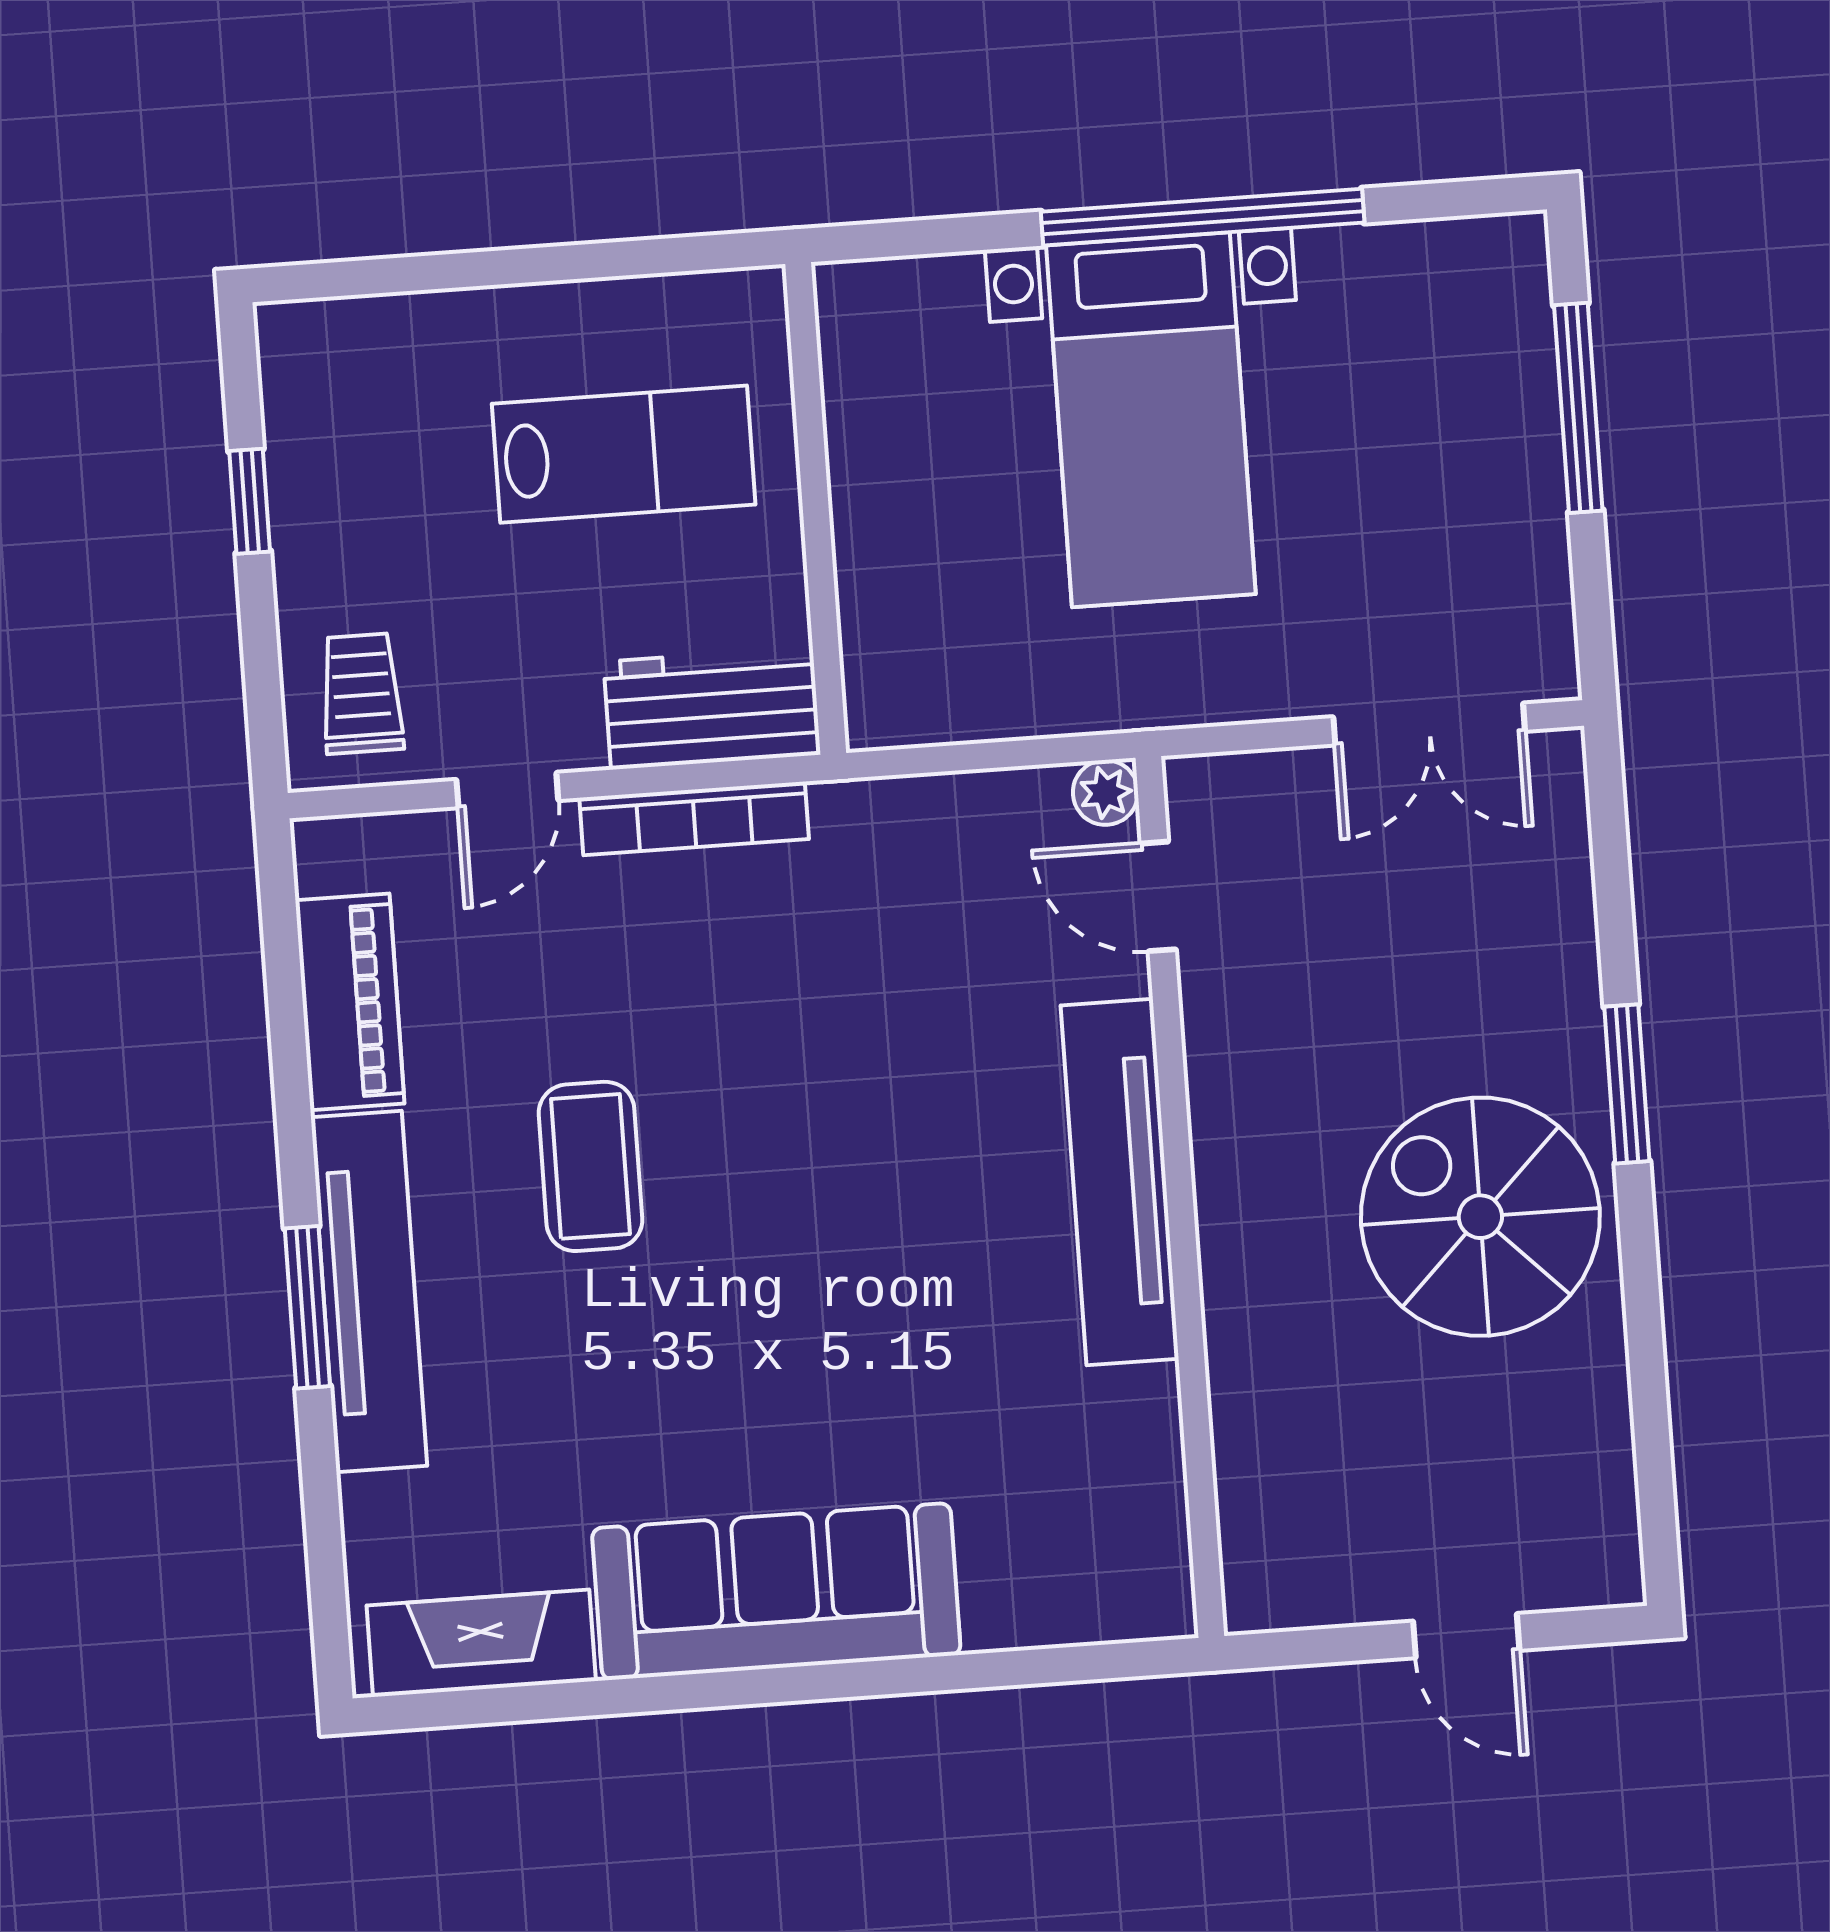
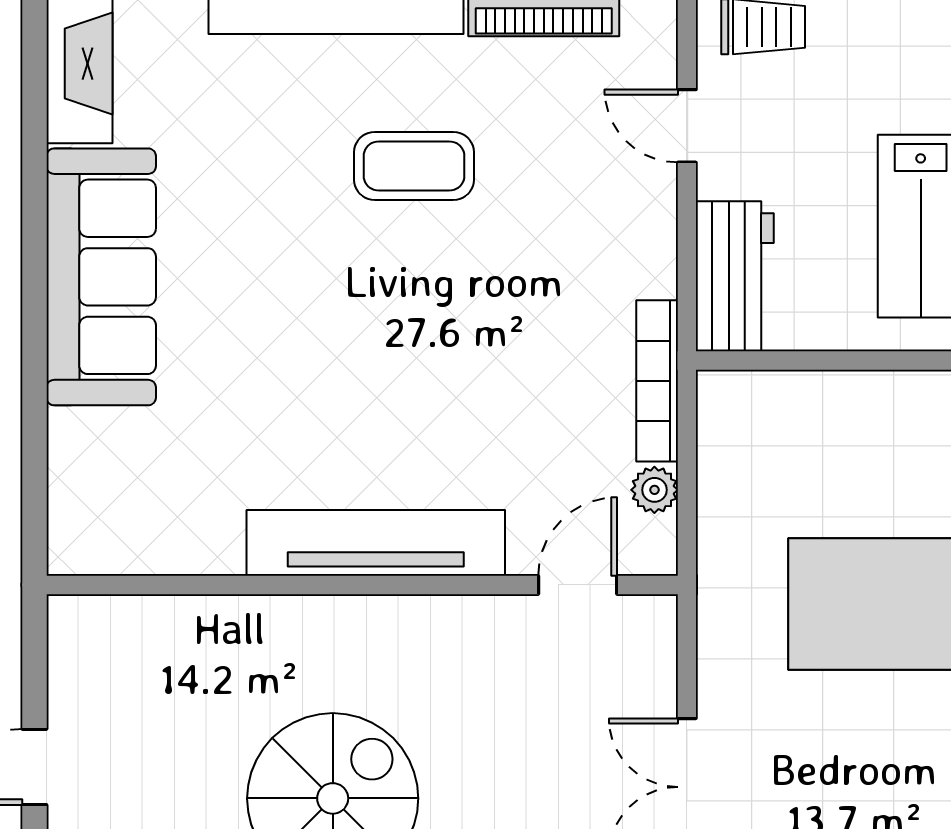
plant: (1105, 793) -> (654, 490), moved
bookcase: (694, 818) -> (657, 381), moved

